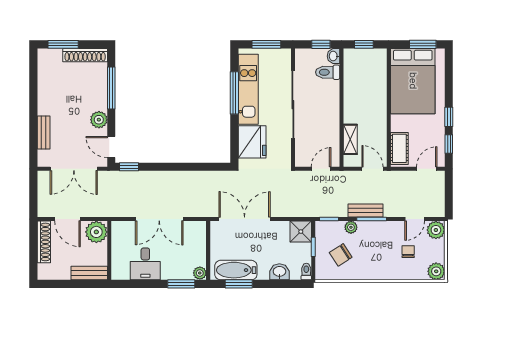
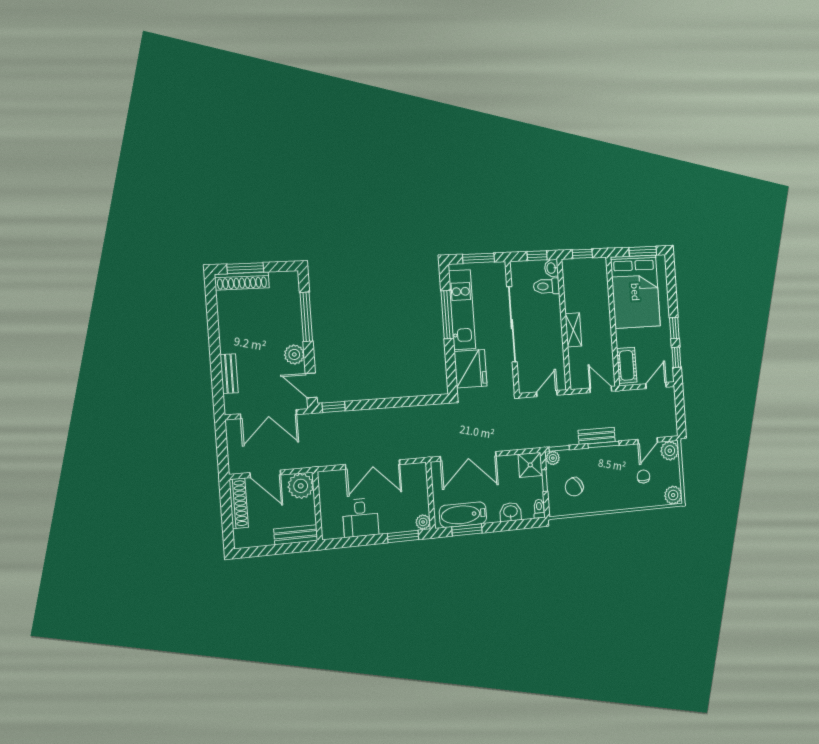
shoe rack: (85, 55) -> (242, 281), moved
shelving: (350, 139) -> (573, 330), moved
double door: (245, 219) -> (468, 456), swing flipped
plant: (351, 227) -> (553, 458), moved

